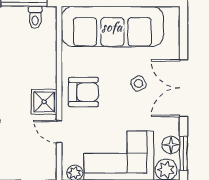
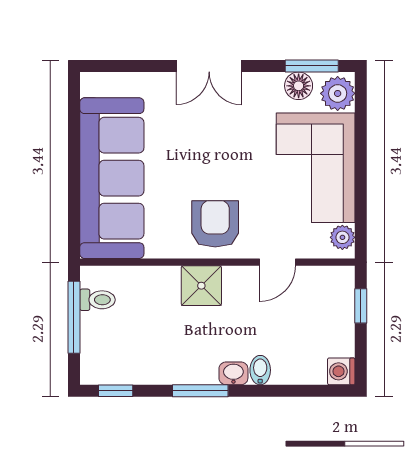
side table: (138, 84) -> (202, 137), removed
double door: (183, 88) -> (209, 66), width x0.73
shower: (44, 102) -> (201, 286), moved

